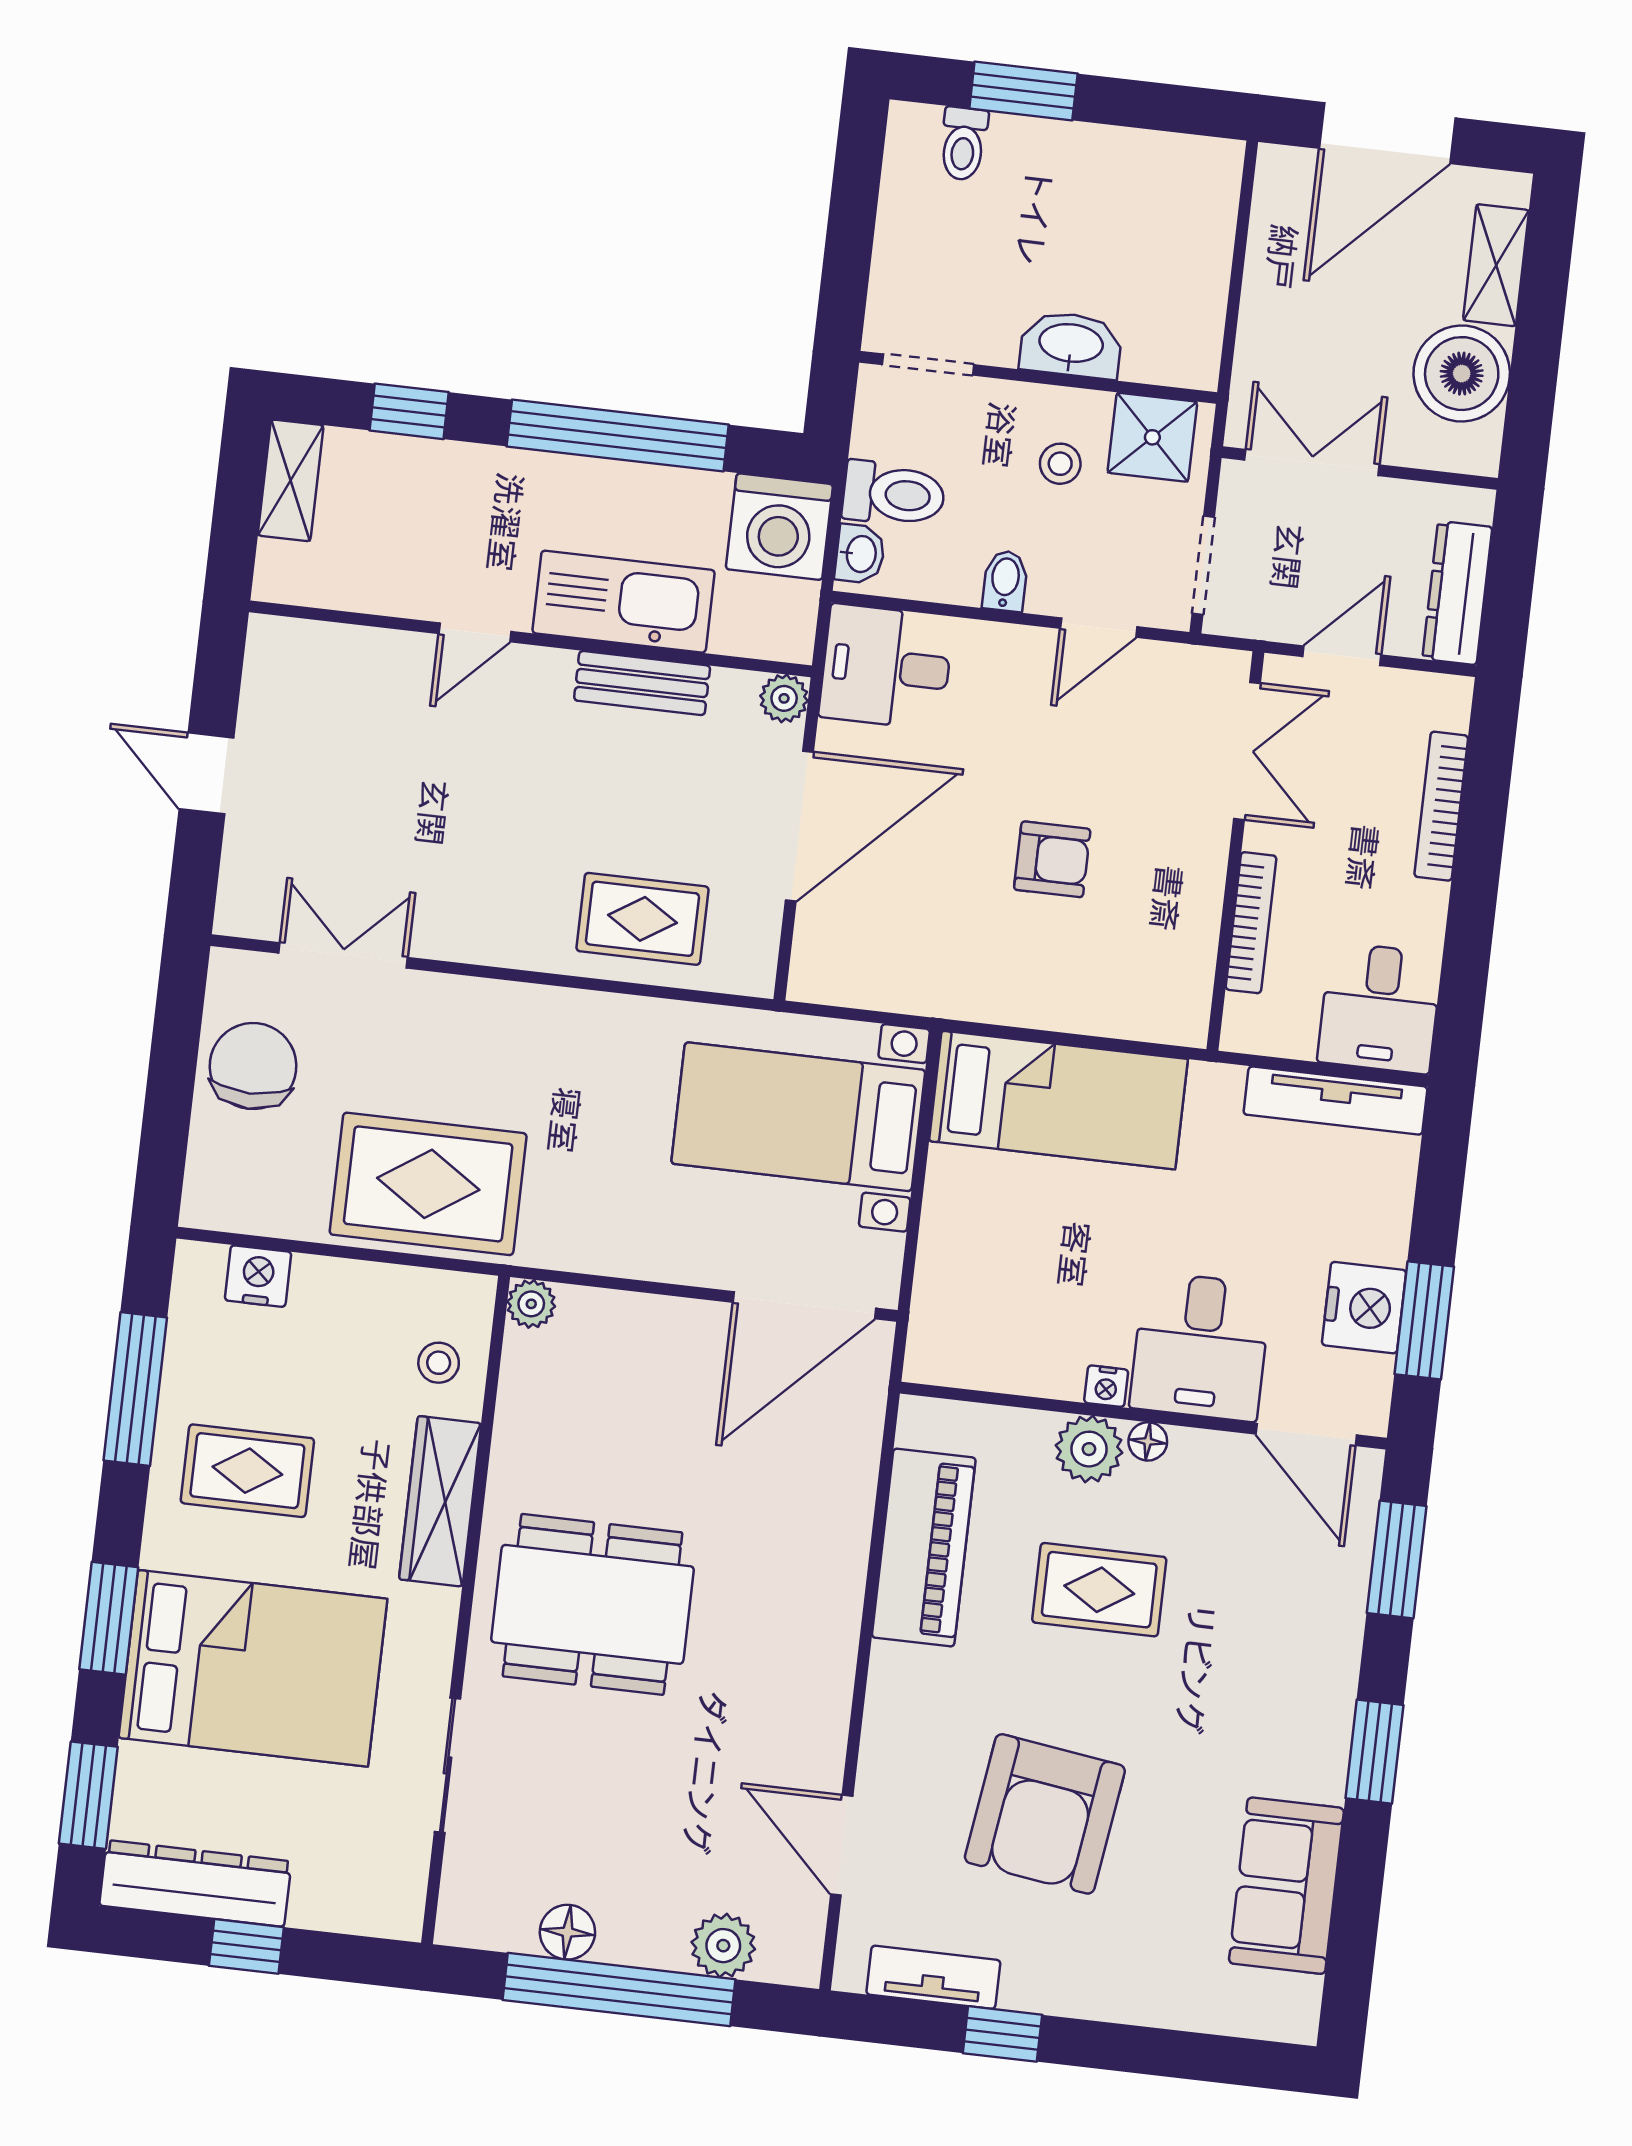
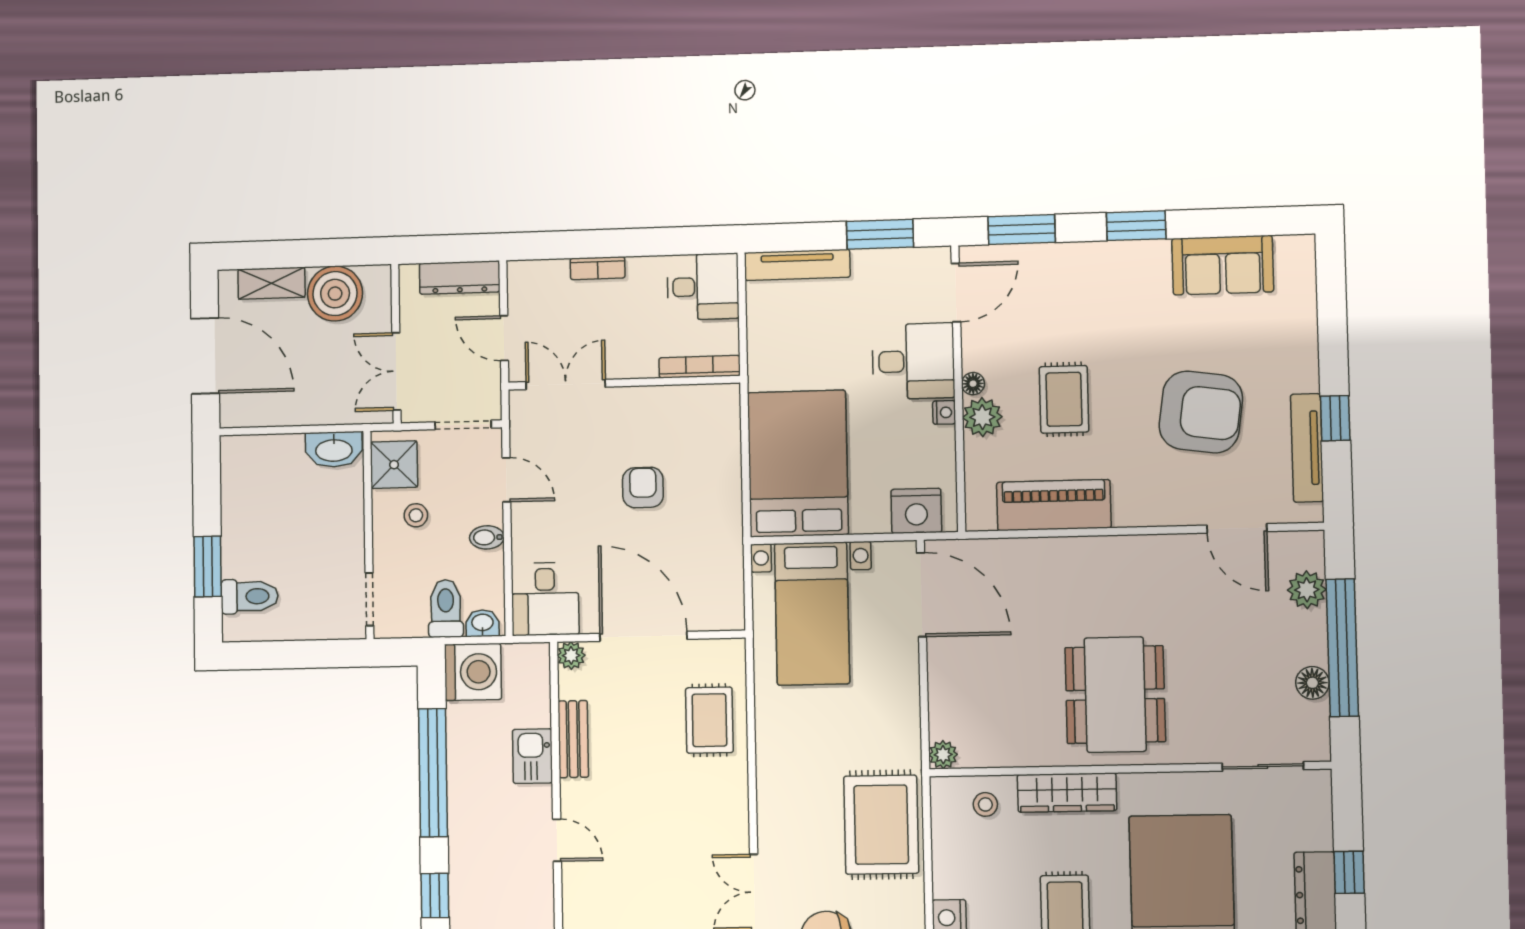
toilet: (963, 144) -> (250, 596), width x1.37, depth x1.39
washbasin: (1071, 345) -> (334, 449), moved, turned -90
kitchen sink: (624, 602) -> (533, 756), width x0.53, depth x0.81
bookcase: (1441, 806) -> (598, 268), width x0.64
bookcase: (1251, 923) -> (700, 367), moved
bed: (1058, 1100) -> (798, 463), width x1.50
tv unit: (1335, 1101) -> (797, 265), moved, turned 90
nightstand: (1364, 1308) -> (916, 511), moved, turned 180
sliding door: (448, 1765) -> (1263, 766), moved
door: (842, 1845) -> (1237, 528), hinge flipped
tv unit: (933, 1977) -> (1307, 448), width x1.41

